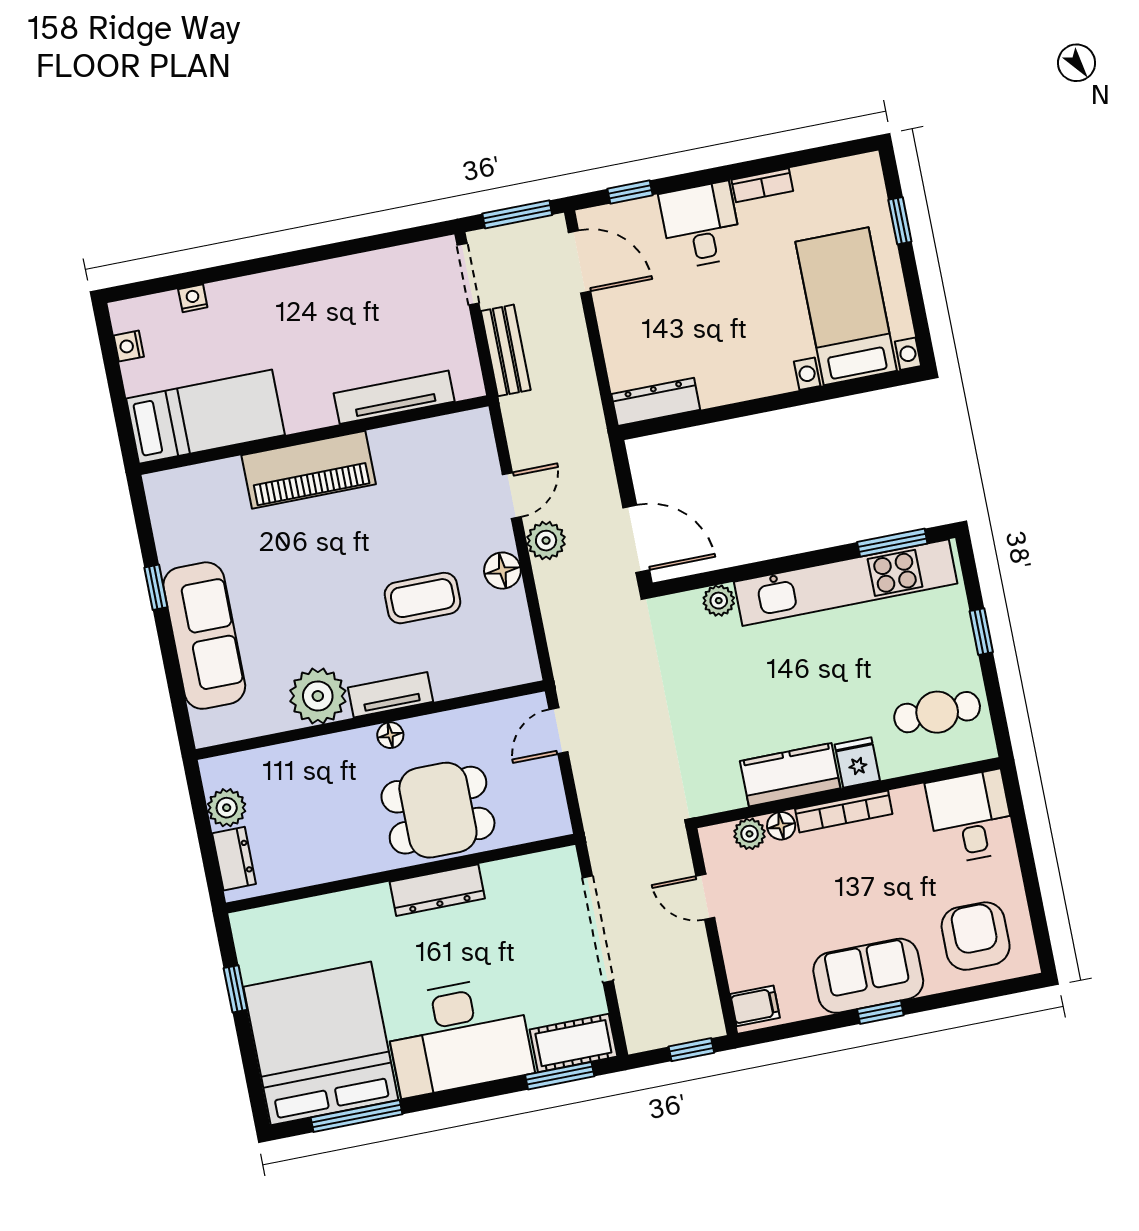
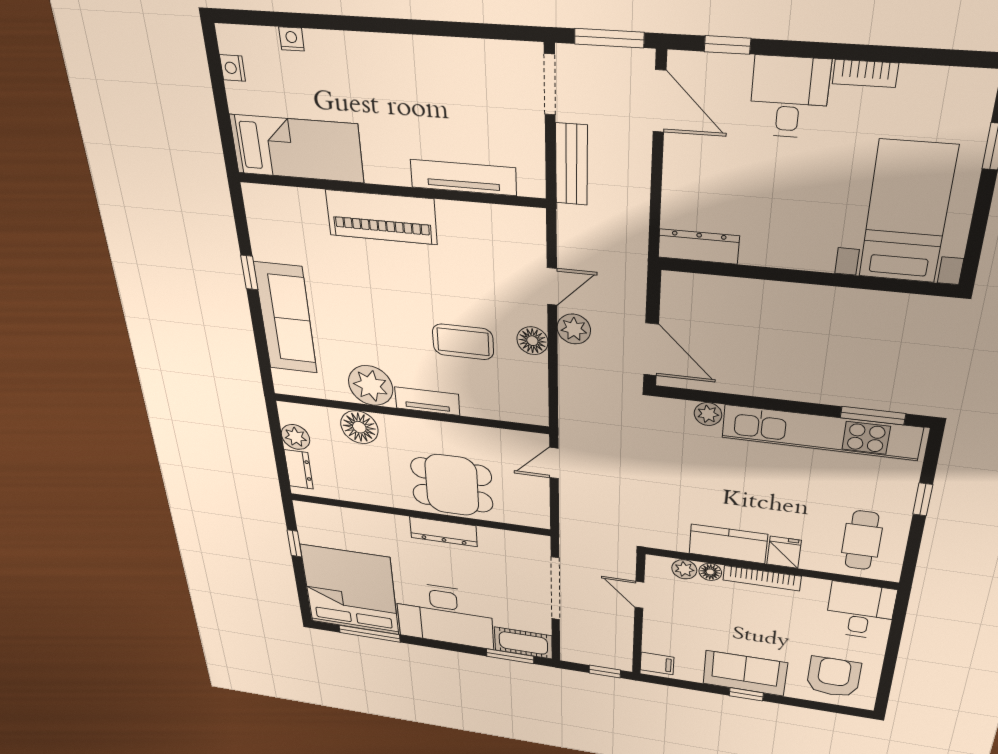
cafe table: (937, 712) -> (862, 540), turned 90
floor lamp: (390, 735) -> (359, 427), moved, width x1.89, depth x1.89

